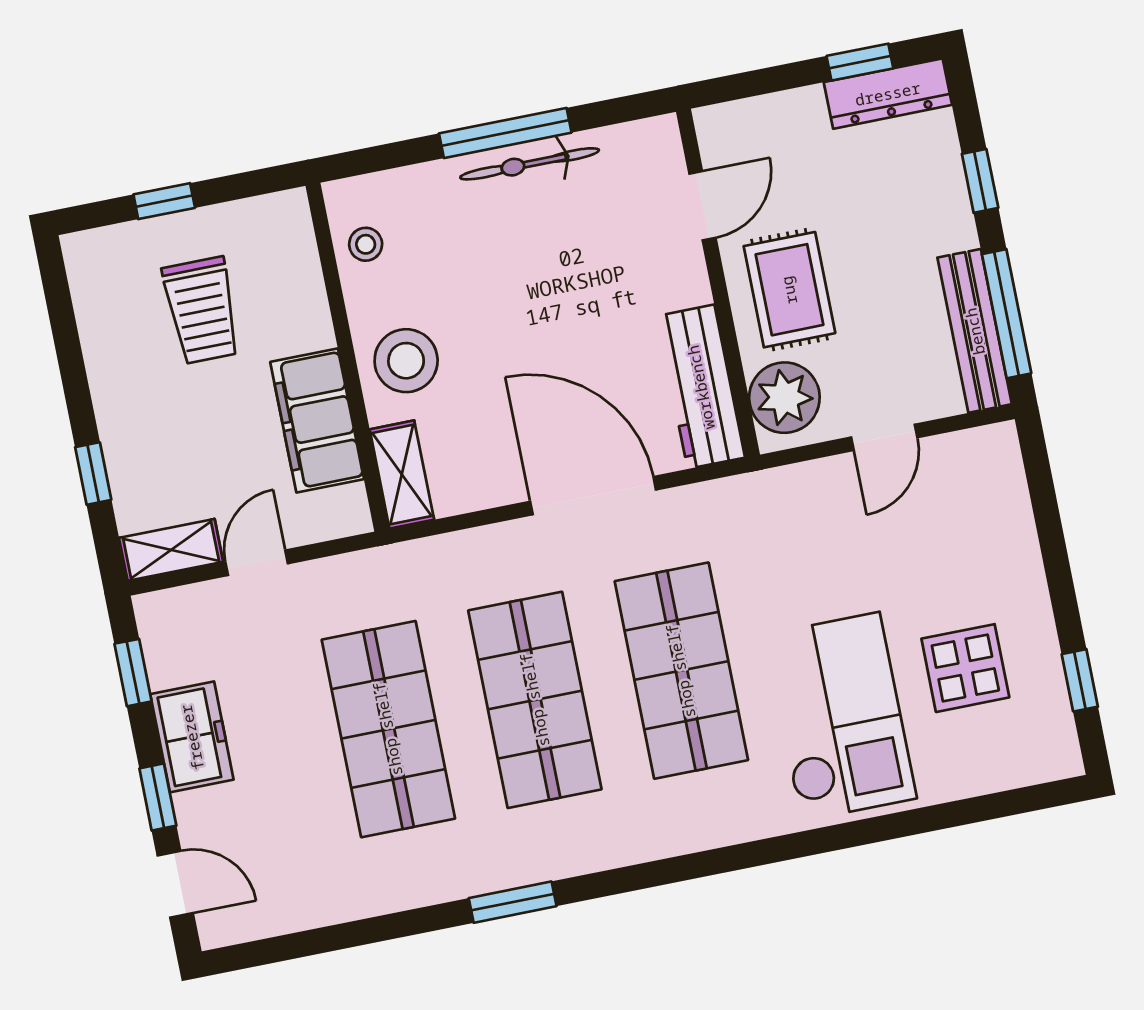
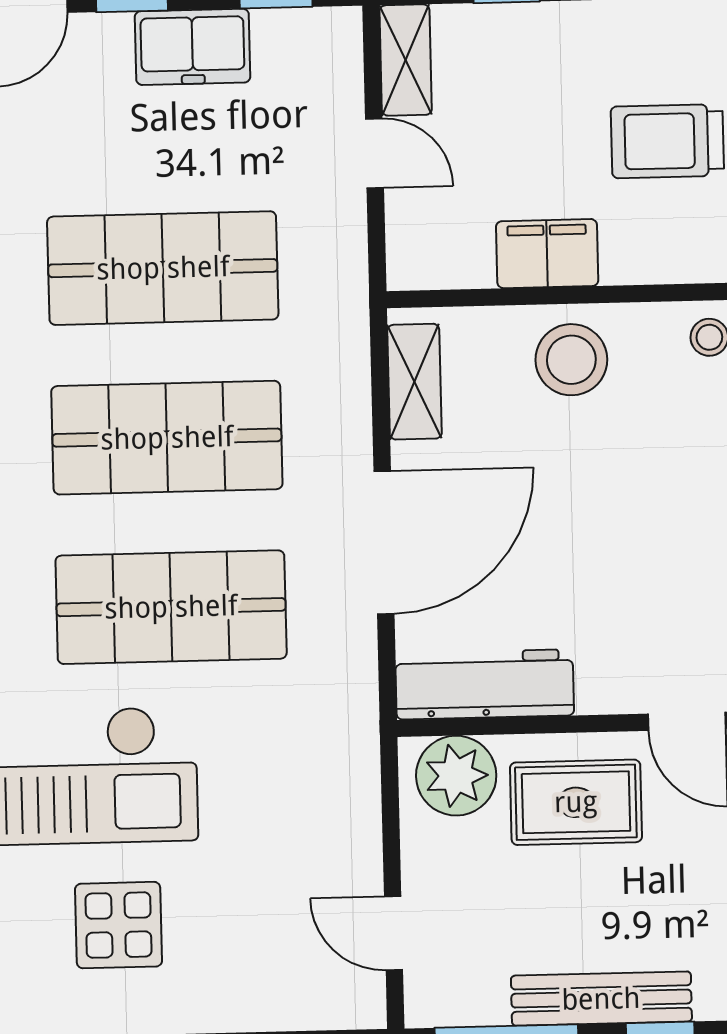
bench: (975, 331) -> (601, 999), moved
filing cabinet: (317, 420) -> (547, 254), width x0.67, depth x0.86
door: (884, 437) -> (394, 933), moved
shelving: (402, 474) -> (414, 382), moved, turned 90

